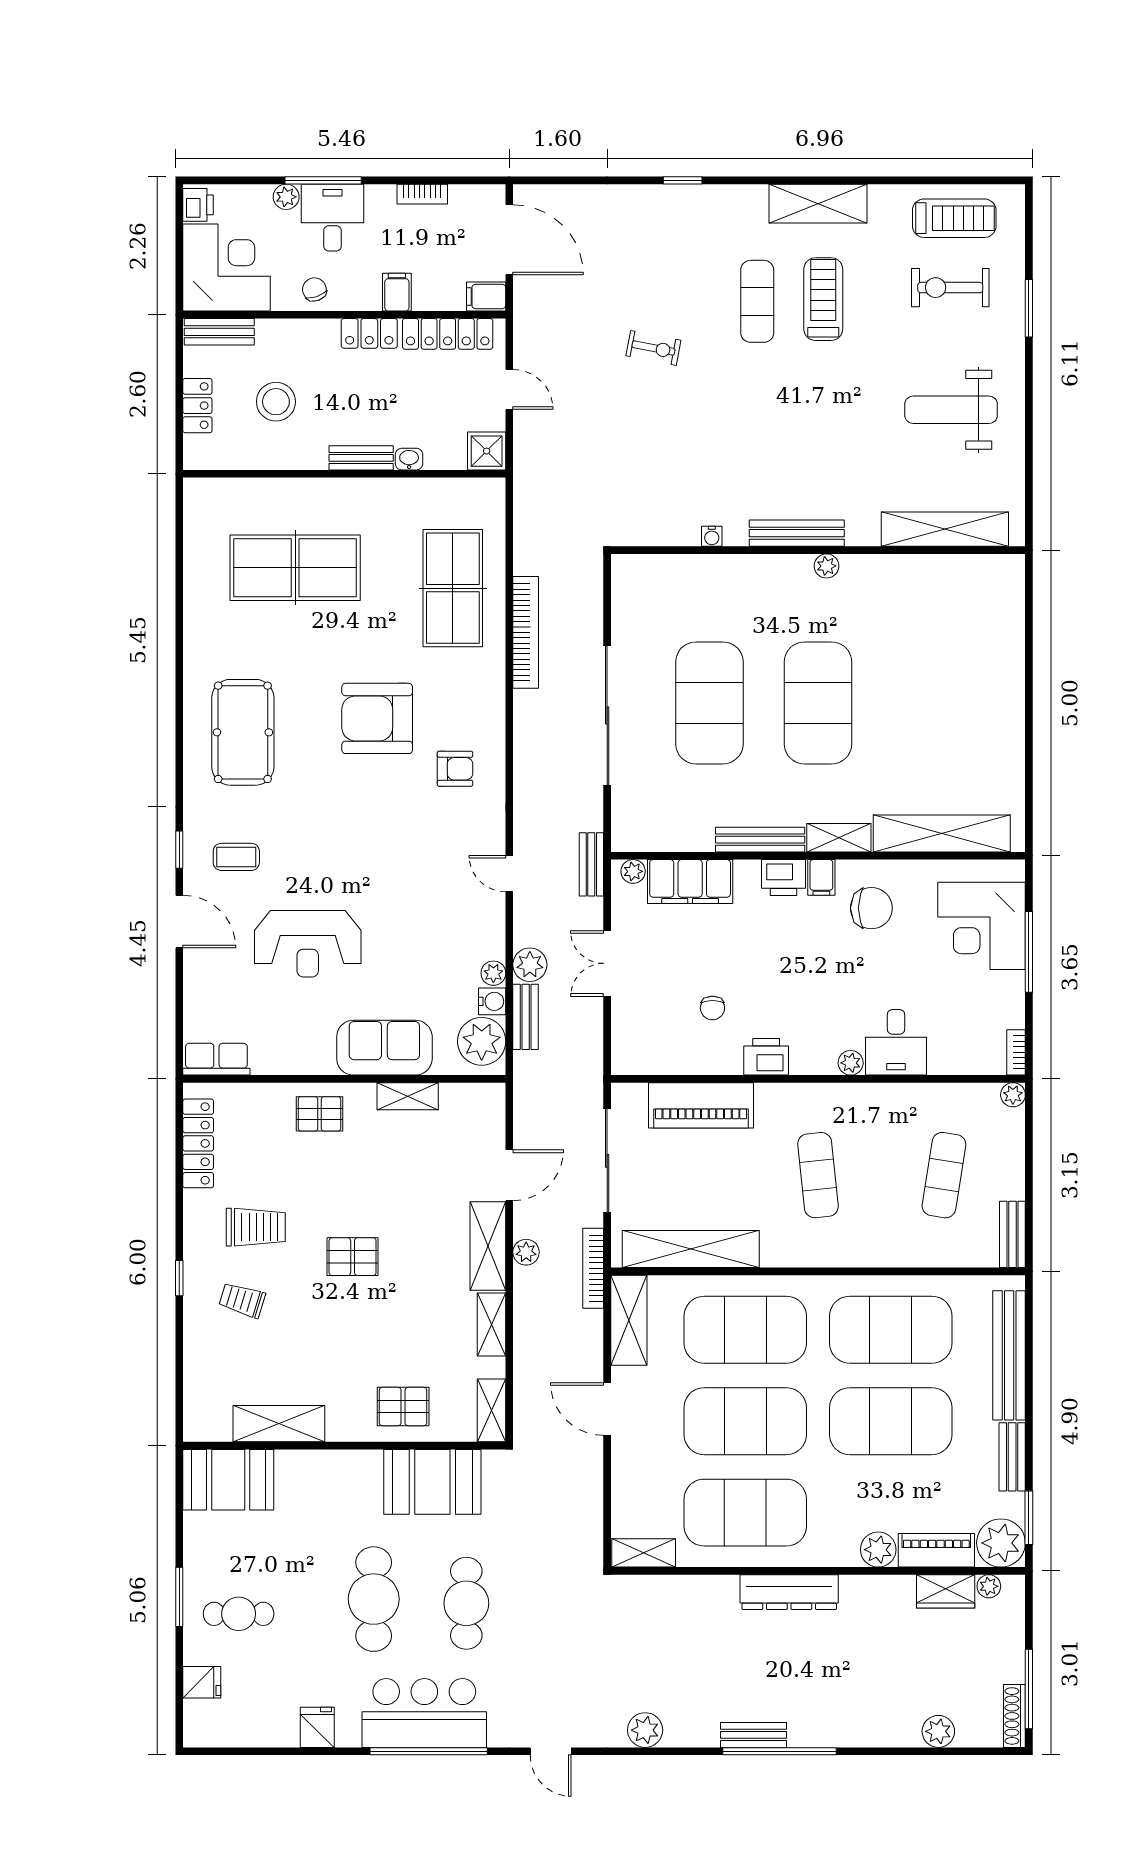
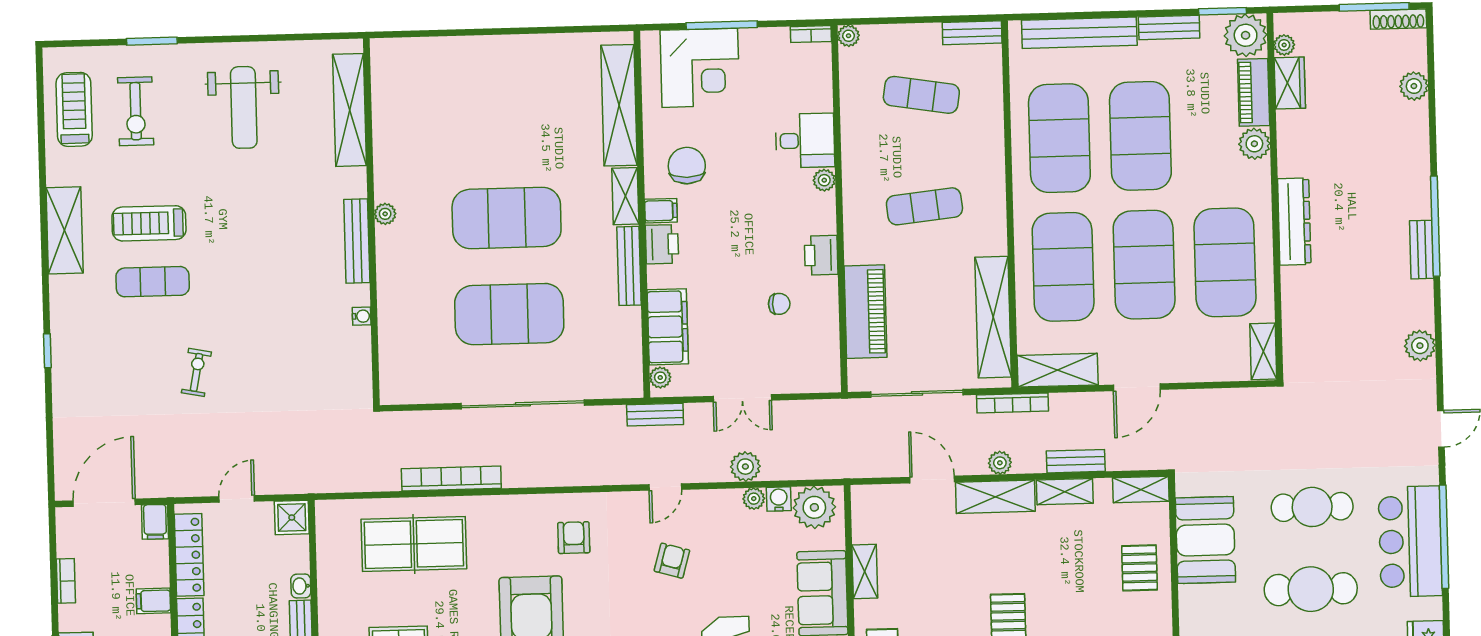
armchair: (426, 879) -> (672, 561), added
bench: (526, 1017) -> (1076, 461), moved

